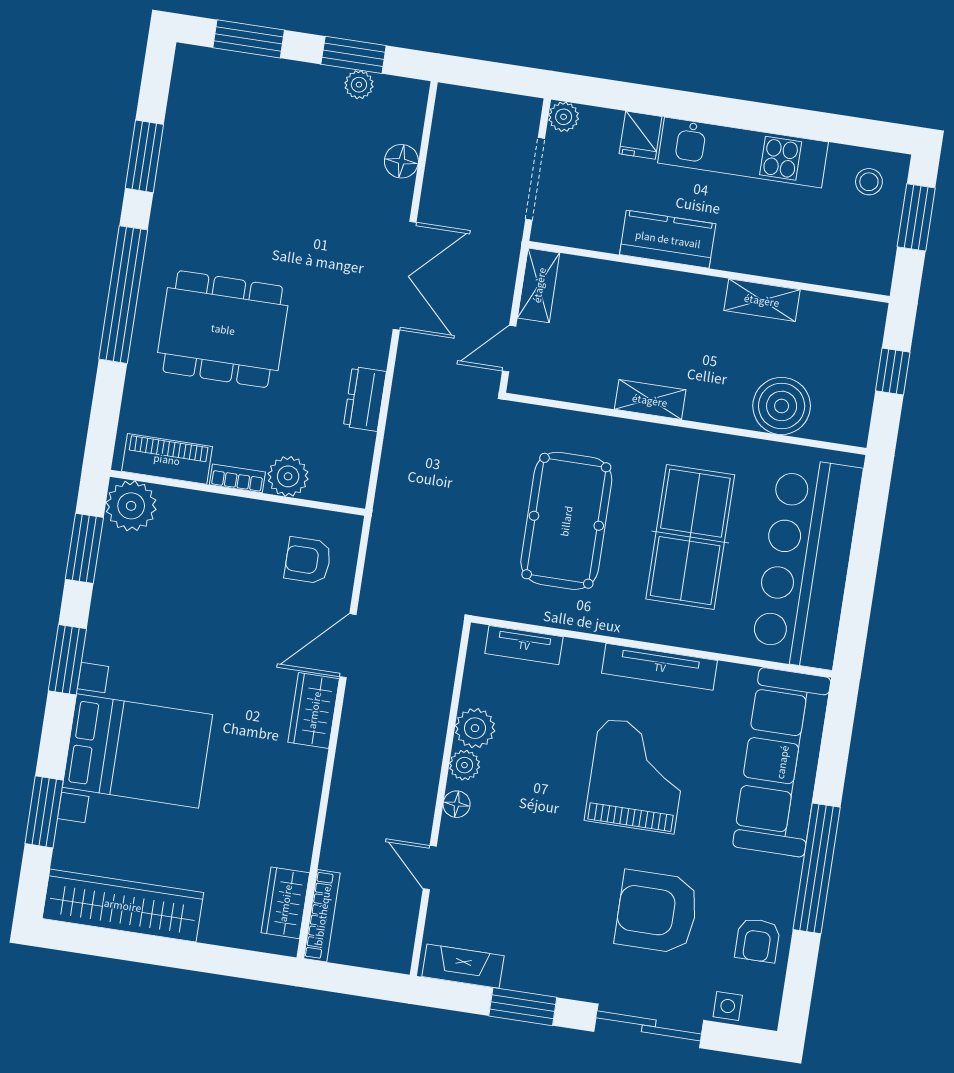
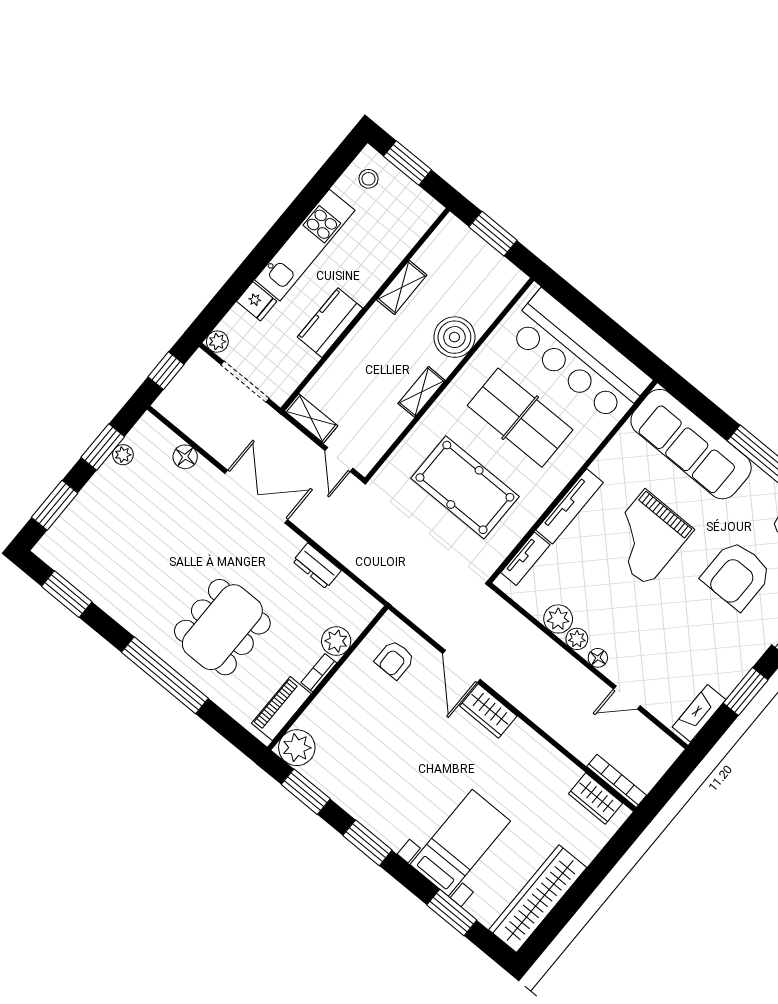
window: (491, 76) -> (166, 371), added
window: (144, 156) -> (67, 594), moved
window: (893, 371) -> (493, 234), width x1.50
boiler: (782, 406) -> (454, 337), moved
tv unit: (660, 667) -> (570, 506), moved
bed with nightstands: (138, 751) -> (460, 843), width x0.73
grand piano: (637, 776) -> (646, 538), turned -90

